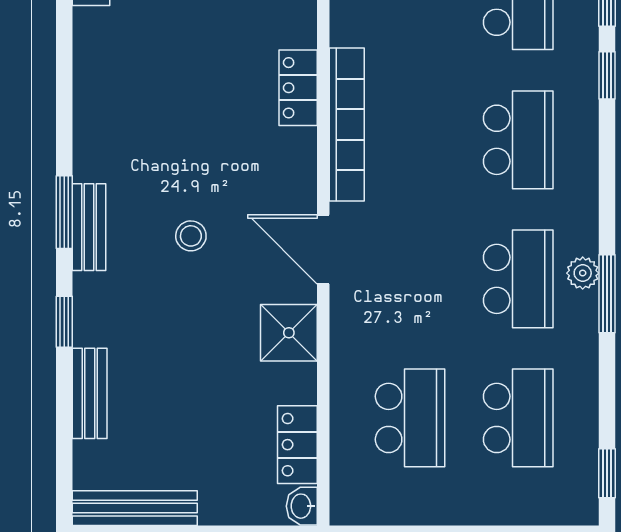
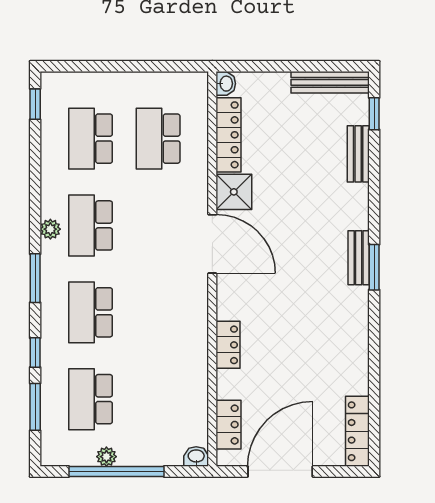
bookcase: (347, 124) -> (198, 322), removed
stool: (191, 236) -> (295, 252), removed
door: (323, 249) -> (212, 244), width x1.36
window: (607, 294) -> (35, 278), moved
window: (64, 322) -> (374, 114), moved
locker: (297, 445) -> (228, 135), width x1.53

